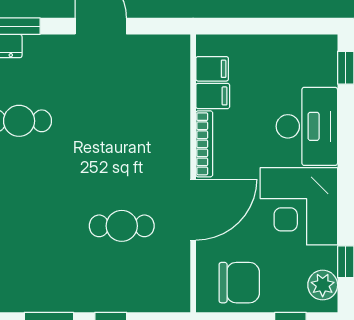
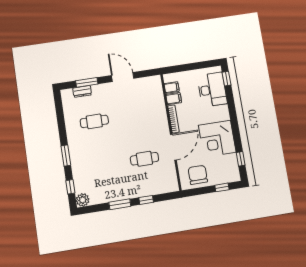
desk: (307, 126) -> (212, 90), moved
chair: (239, 283) -> (198, 175), turned -90
plant: (323, 285) -> (233, 170), removed

